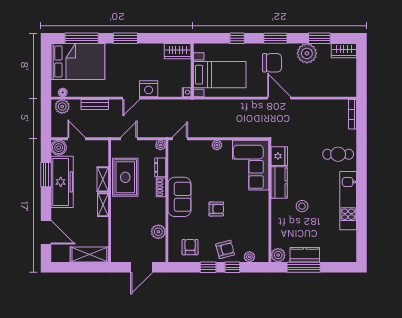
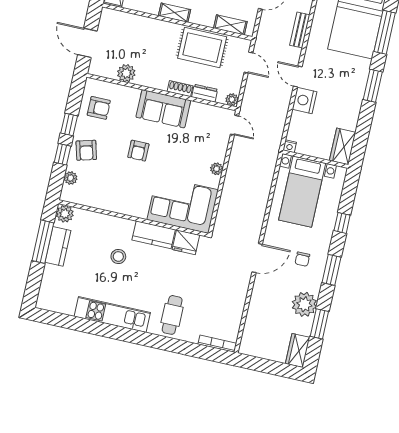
chair: (272, 63) -> (302, 259), width x0.54, depth x0.54
shelving: (103, 179) -> (230, 25), moved

